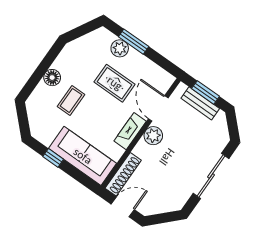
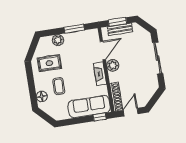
window: (134, 42) -> (74, 29), moved
floor lamp: (52, 78) -> (42, 96), moved
rug: (115, 83) -> (49, 63), moved
door: (158, 108) -> (103, 50), swing flipped
window: (53, 158) -> (100, 117), moved

